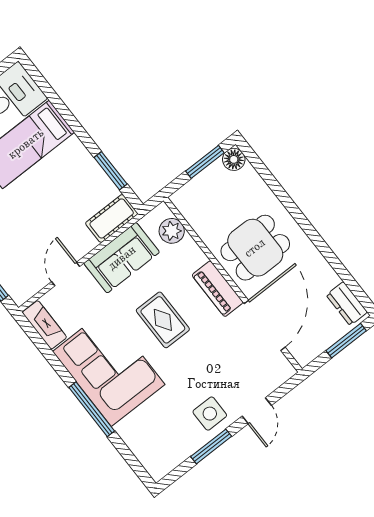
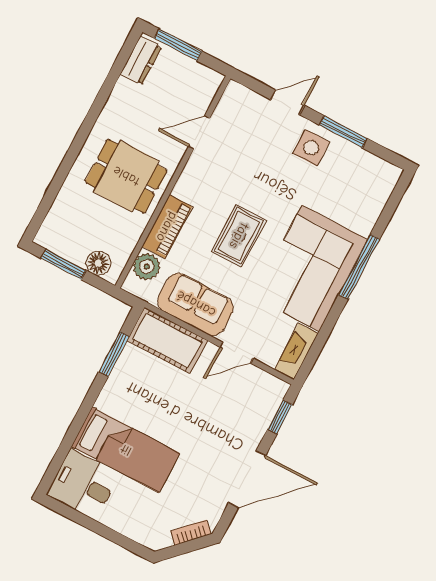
floor lamp: (234, 159) -> (98, 263), moved
cot: (112, 218) -> (167, 340), width x1.37, depth x1.34
piano: (218, 289) -> (167, 227), moved
door: (265, 325) -> (199, 132), width x0.53

